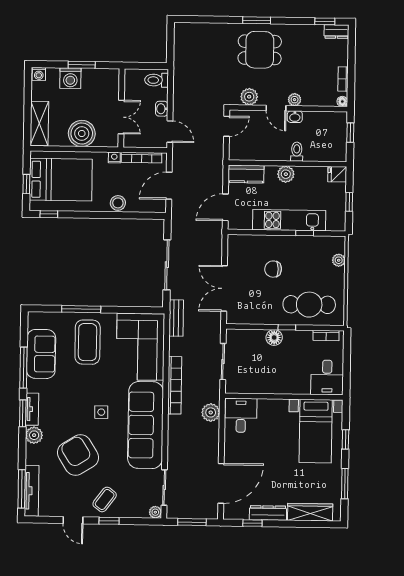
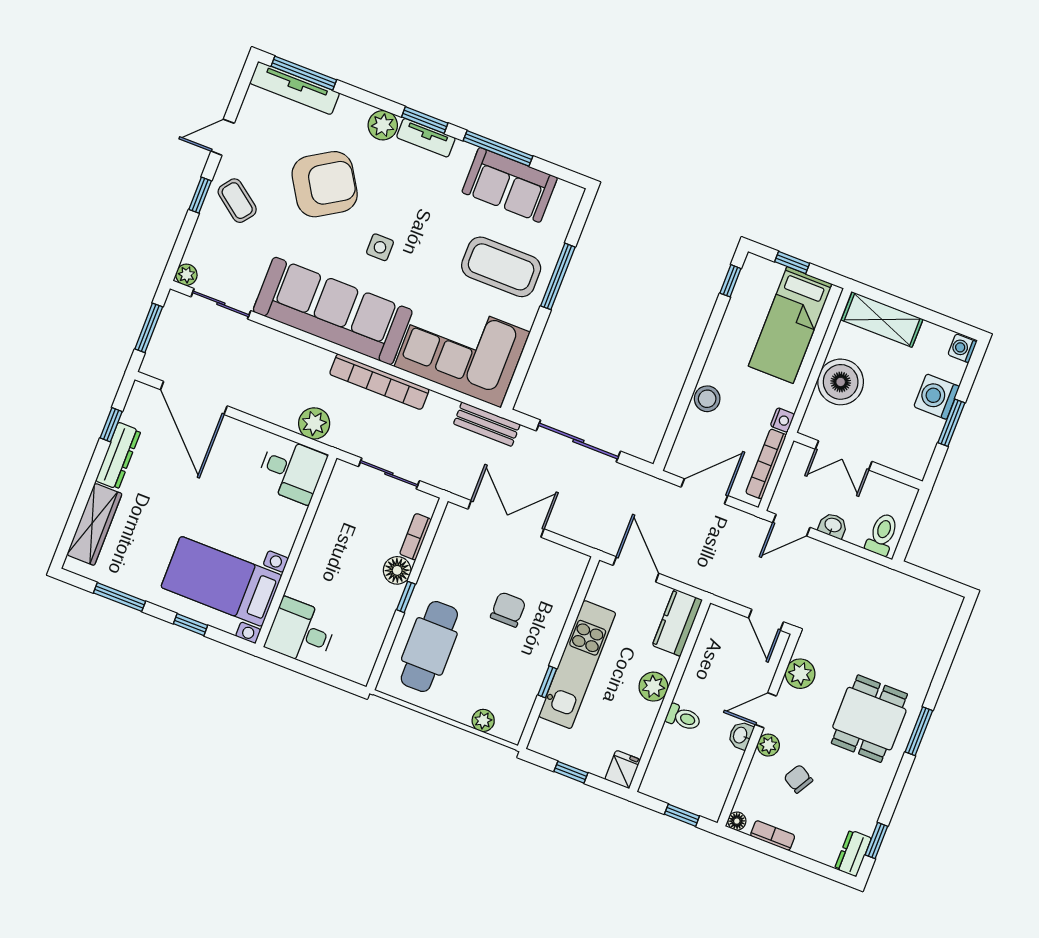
chair: (307, 76) -> (798, 779), added
bed: (61, 180) -> (790, 325), width x0.67
door: (169, 186) -> (704, 491), hinge flipped
bookcase: (326, 335) -> (415, 537), moved

